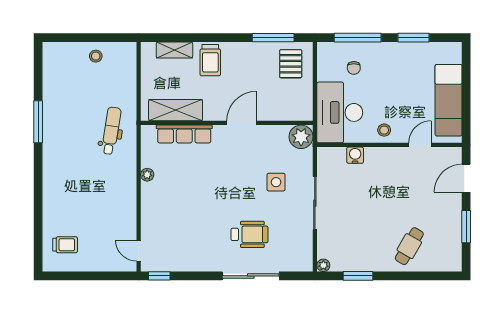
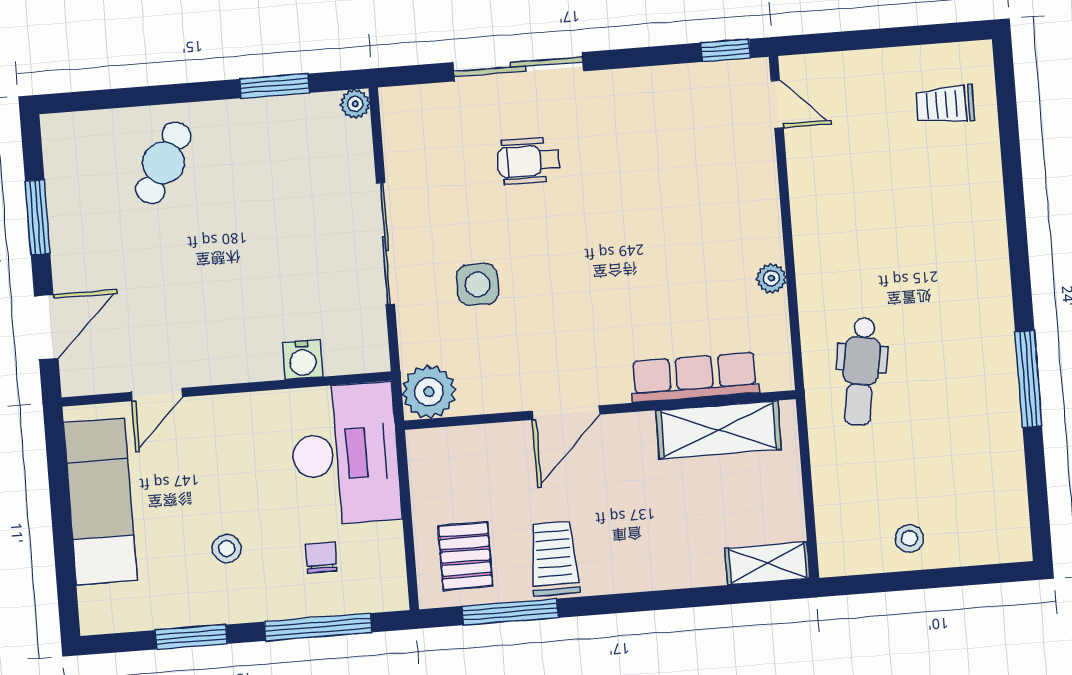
shelving: (174, 50) -> (767, 563), moved
trolley: (210, 60) -> (554, 559), moved
stool: (384, 130) -> (227, 548), moved
wheelchair: (249, 234) -> (528, 161), width x0.73, depth x0.73

